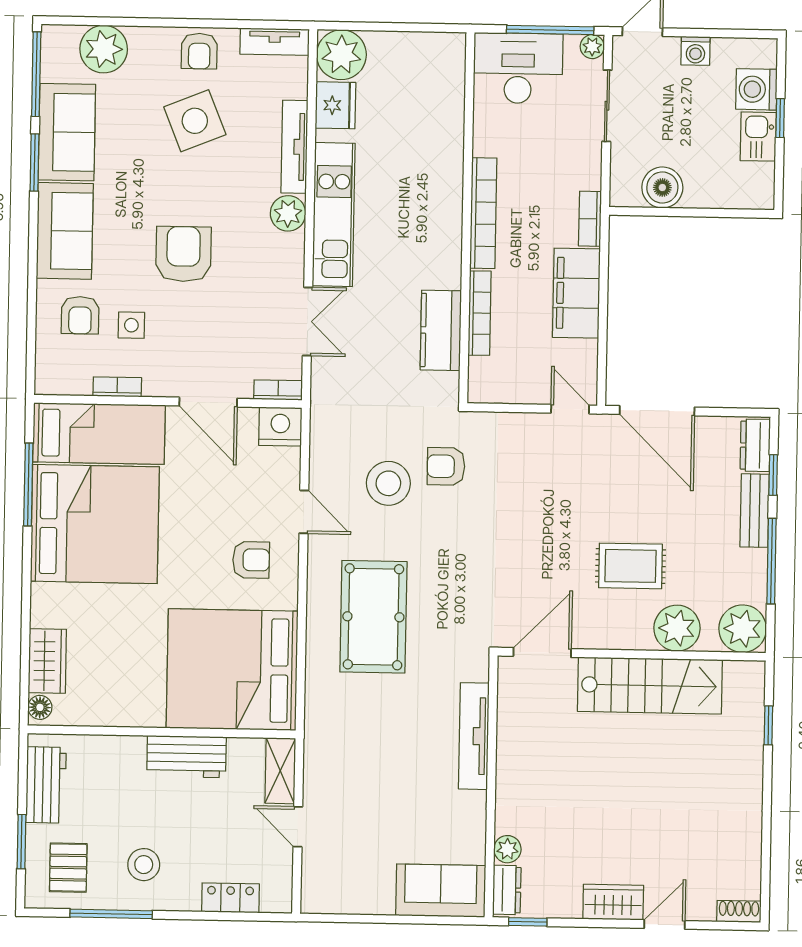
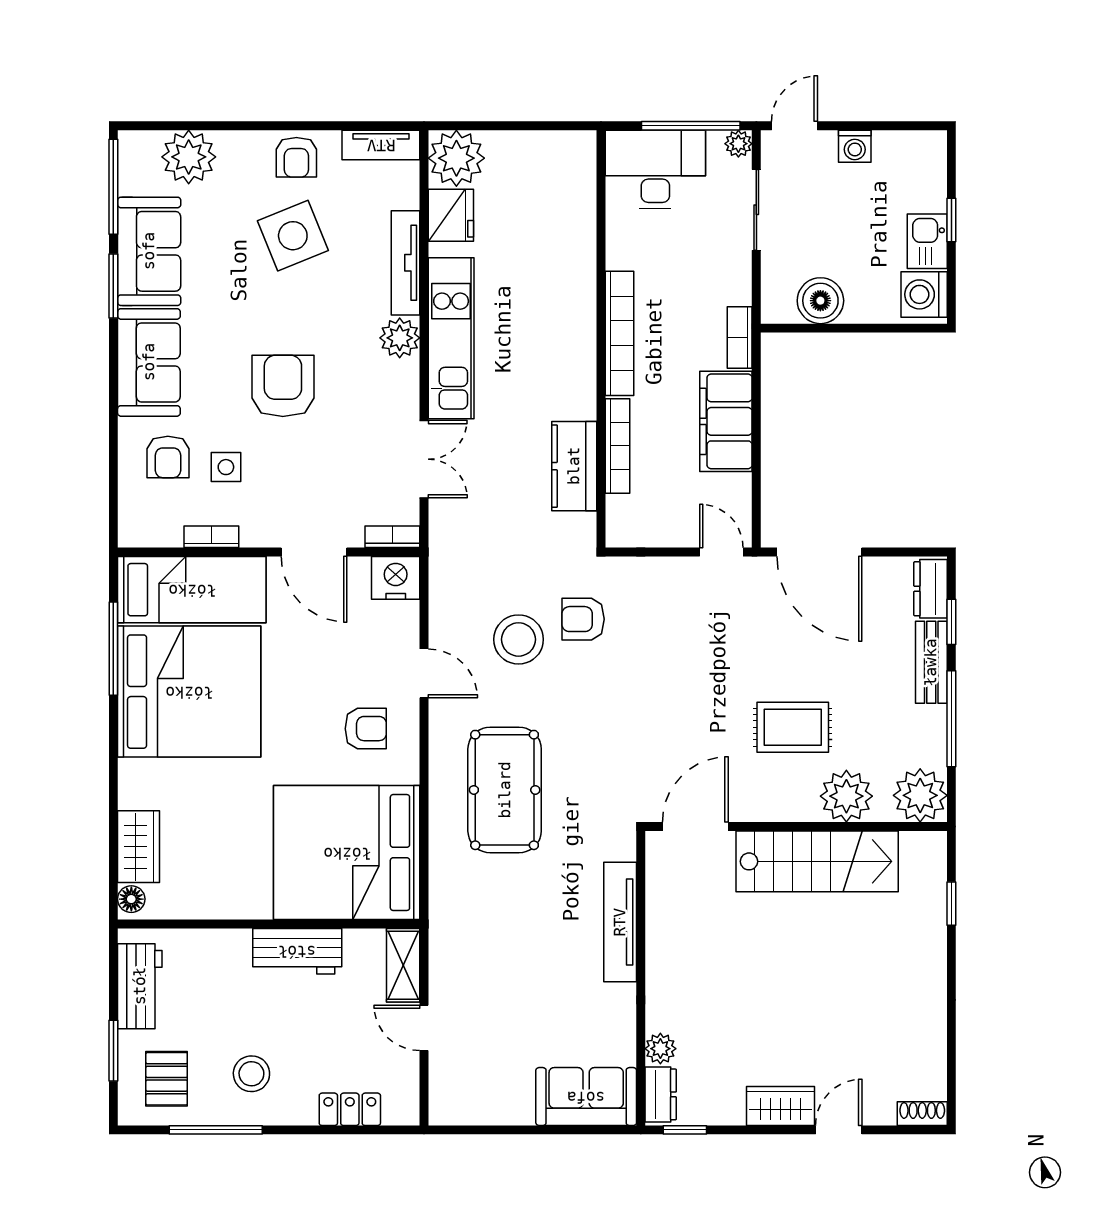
washing machine: (756, 89) -> (924, 294), moved

